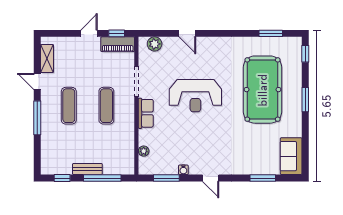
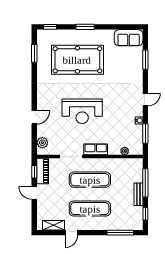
reception desk: (195, 96) -> (82, 111), turned 90
exercise mat: (69, 106) -> (90, 209), width x1.36, depth x1.45
exercise mat: (106, 106) -> (90, 180), width x1.36, depth x1.45
window: (37, 118) -> (120, 233), moved

